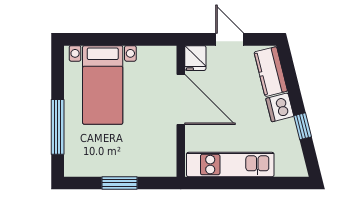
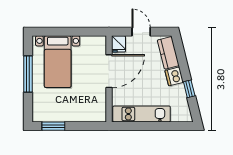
door: (181, 100) -> (109, 71), hinge flipped
window: (58, 127) -> (28, 74), moved
window: (120, 183) -> (53, 126), moved

